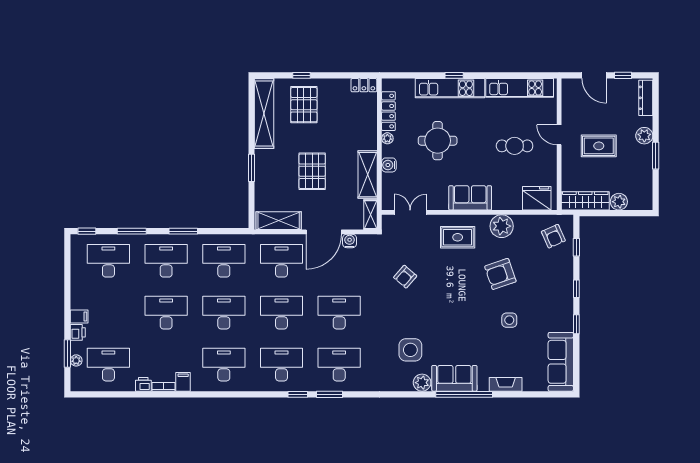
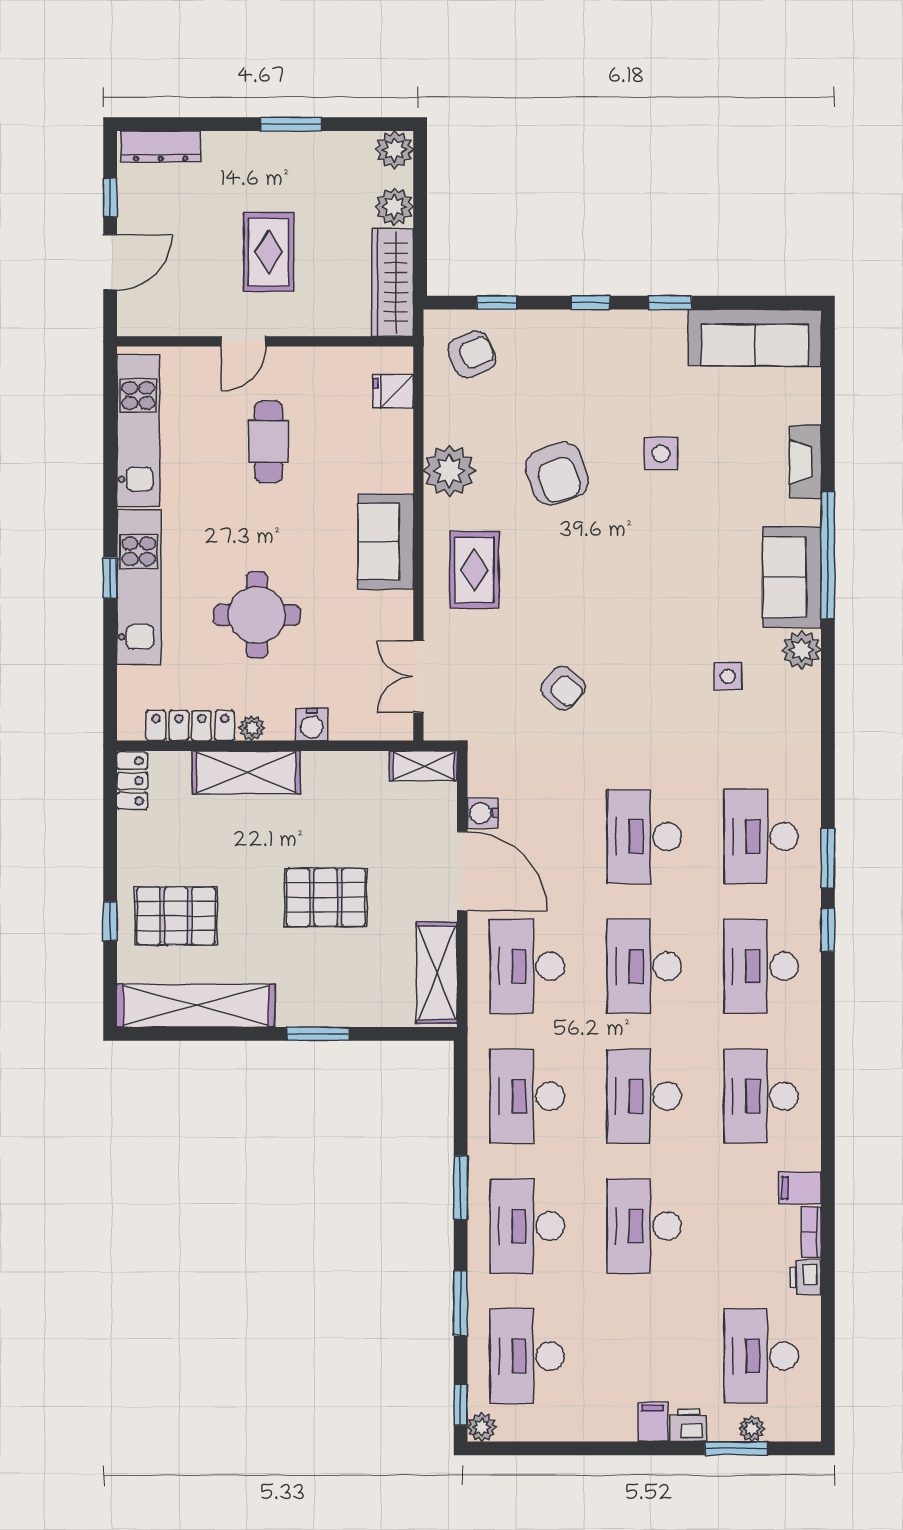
plant: (644, 136) -> (394, 150), moved
shelving: (368, 175) -> (246, 772), moved
fridge: (537, 198) -> (393, 392), width x0.53, depth x0.75
plant: (77, 240) -> (482, 1427), added
side table: (410, 350) -> (728, 676), width x0.54, depth x0.54

